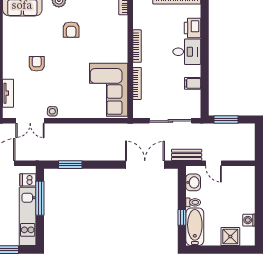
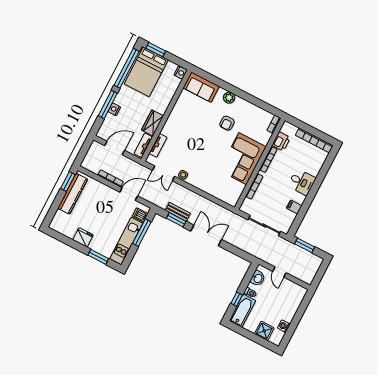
printer: (192, 28) -> (281, 141), moved, turned 180
armchair: (37, 64) -> (190, 135), removed
corner sofa: (109, 90) -> (243, 159), moved
bench: (187, 155) -> (178, 212), moved
double door: (145, 165) -> (206, 235), moved

